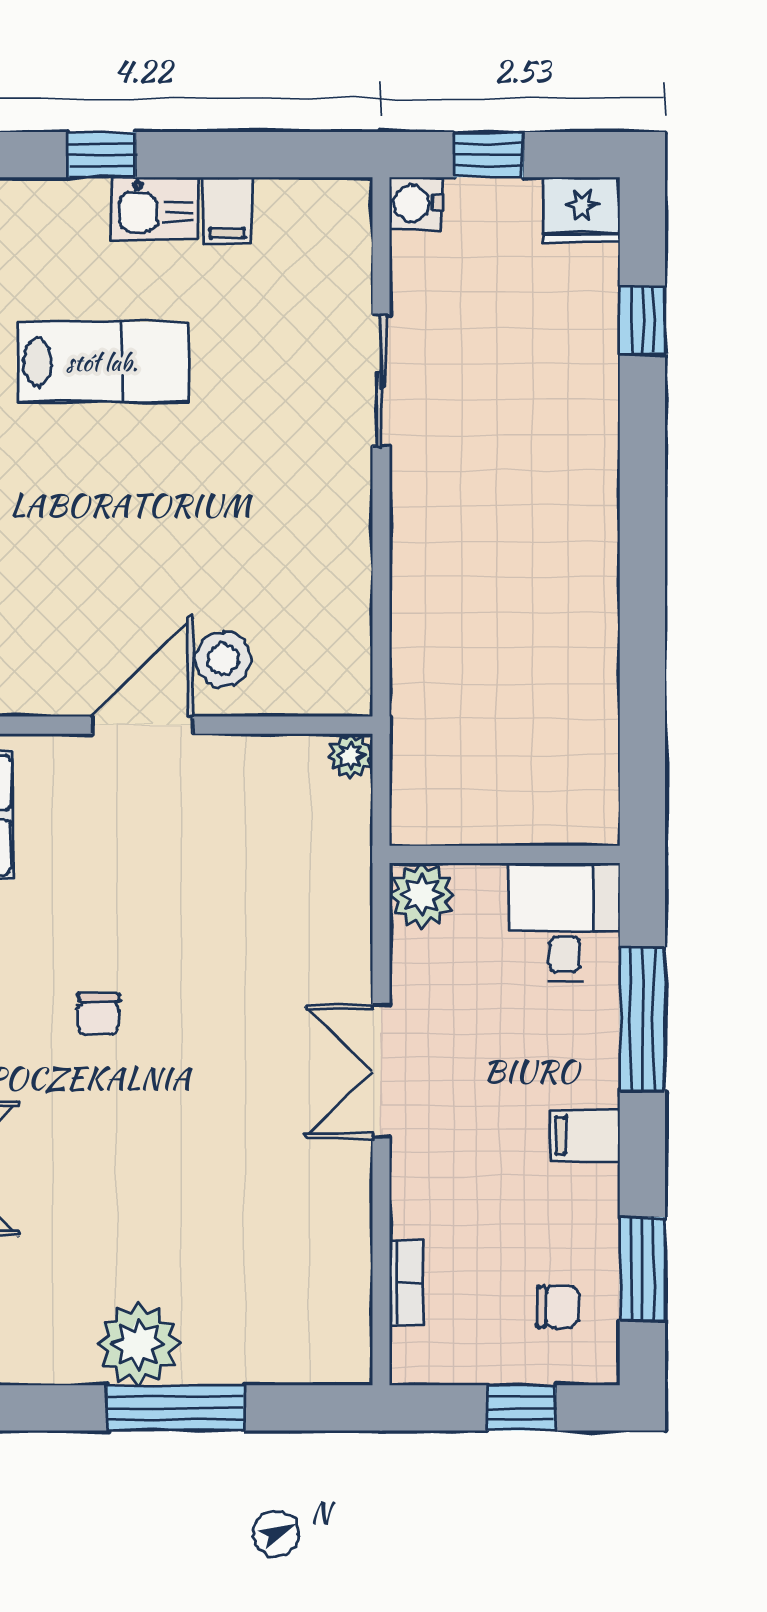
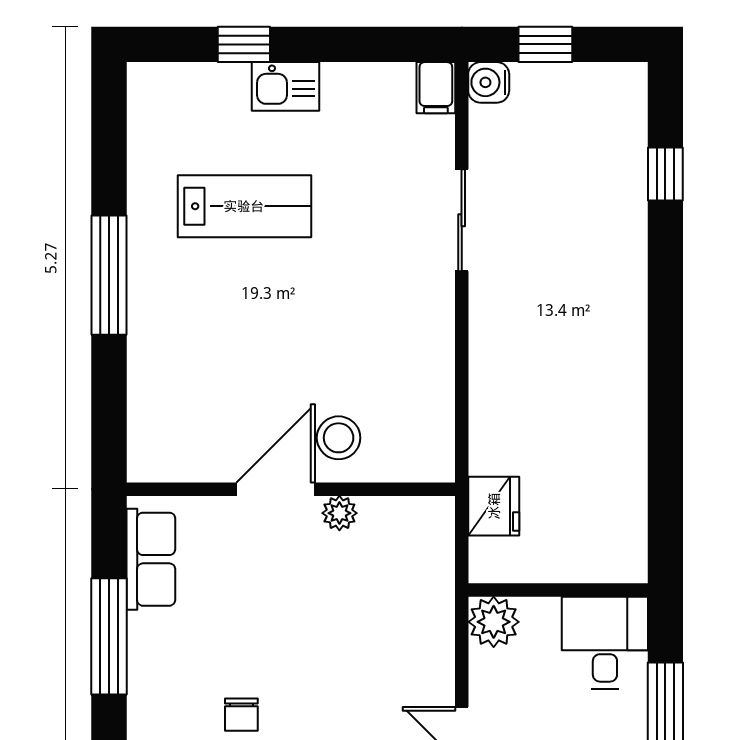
filing cabinet: (227, 210) -> (436, 88), moved
fridge: (582, 210) -> (494, 506), moved, turned -90
plant: (350, 756) -> (339, 513), moved

